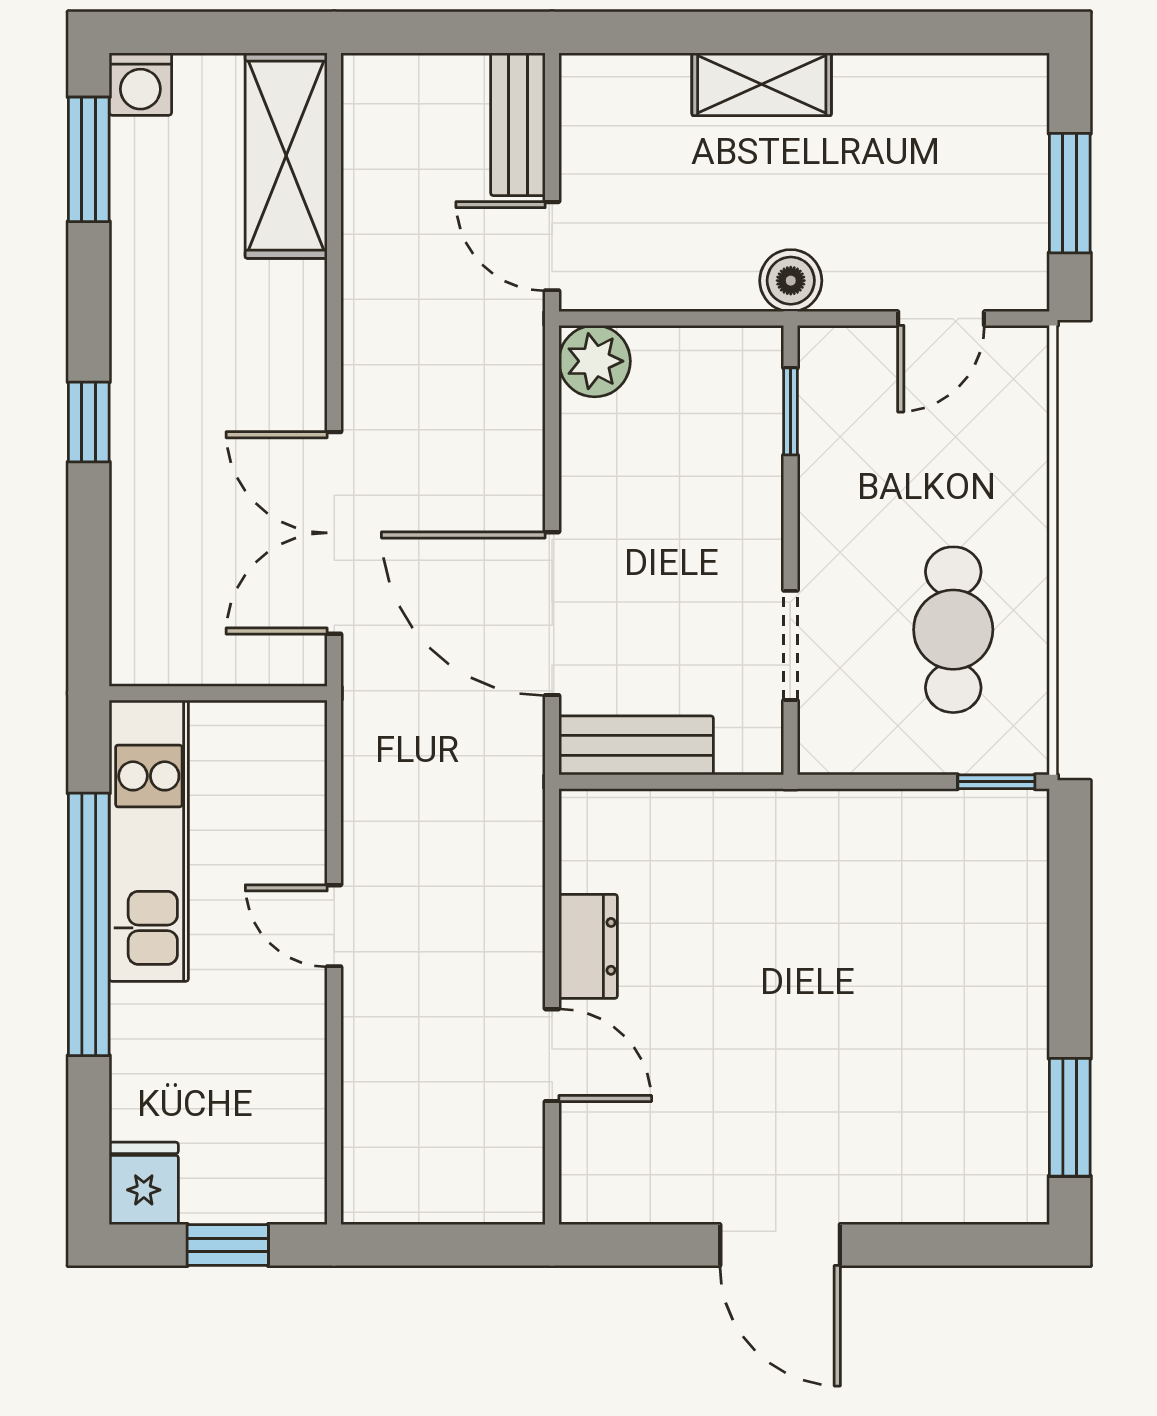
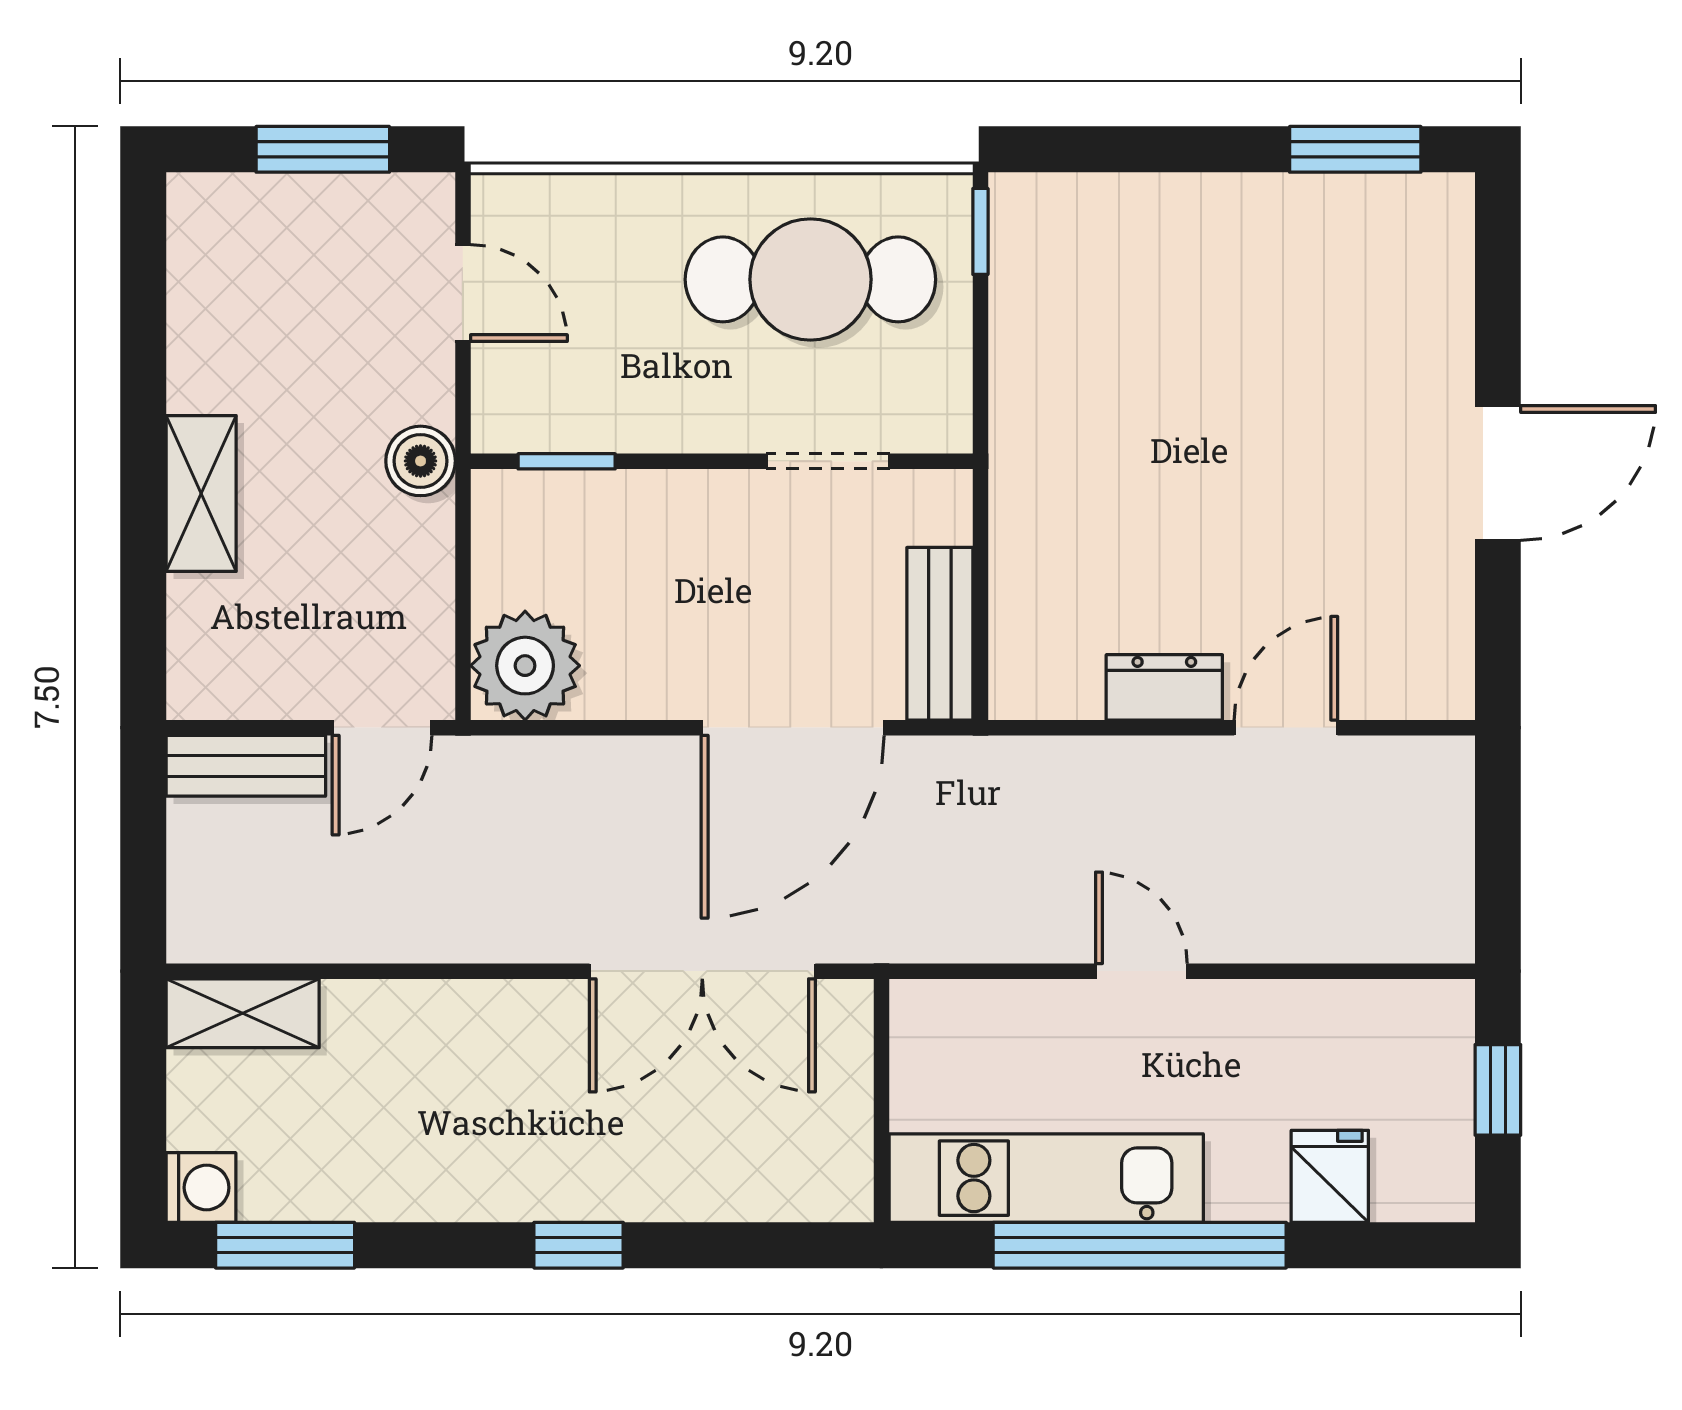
shelving: (286, 156) -> (243, 1013), width x0.67, depth x0.75
plant: (595, 361) -> (525, 666), width x1.36, depth x1.36
cafe table: (953, 630) -> (810, 279), width x1.37, depth x1.35
door: (334, 926) -> (1141, 971), swing flipped
fridge: (144, 1183) -> (1330, 1176), moved, turned 90

